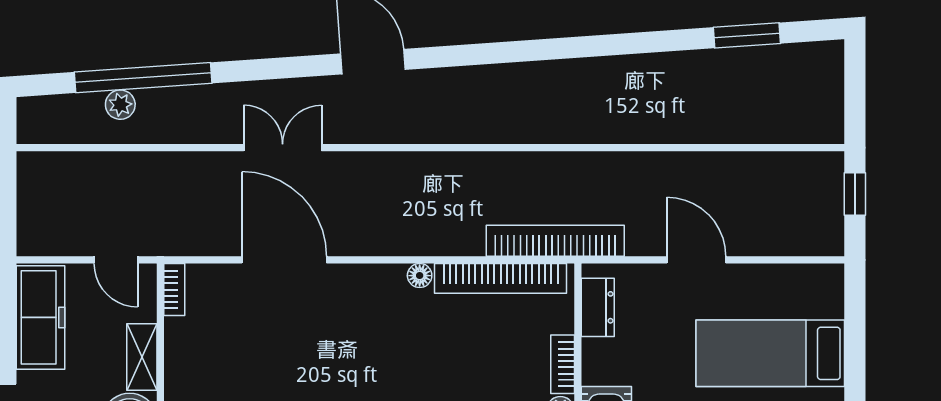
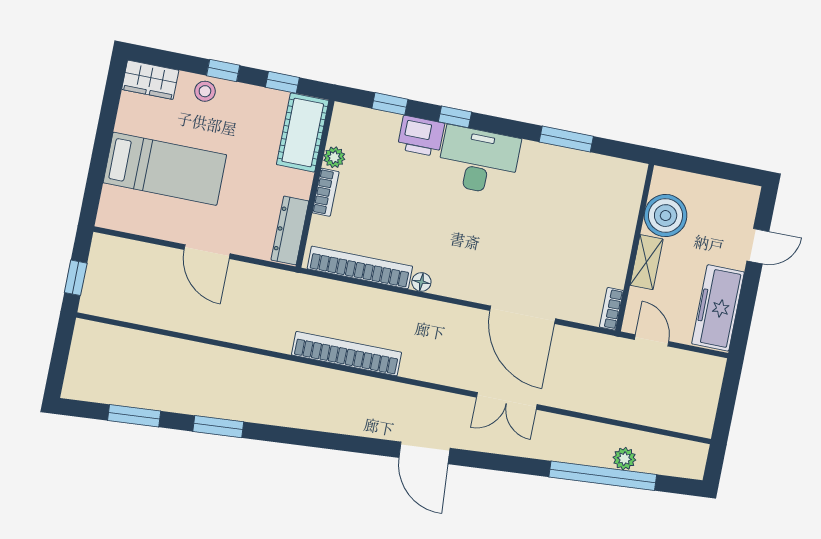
window: (638, 43) -> (218, 427), added
bookcase: (555, 241) -> (347, 354), moved, turned 180
dresser: (598, 307) -> (290, 230), width x1.44

